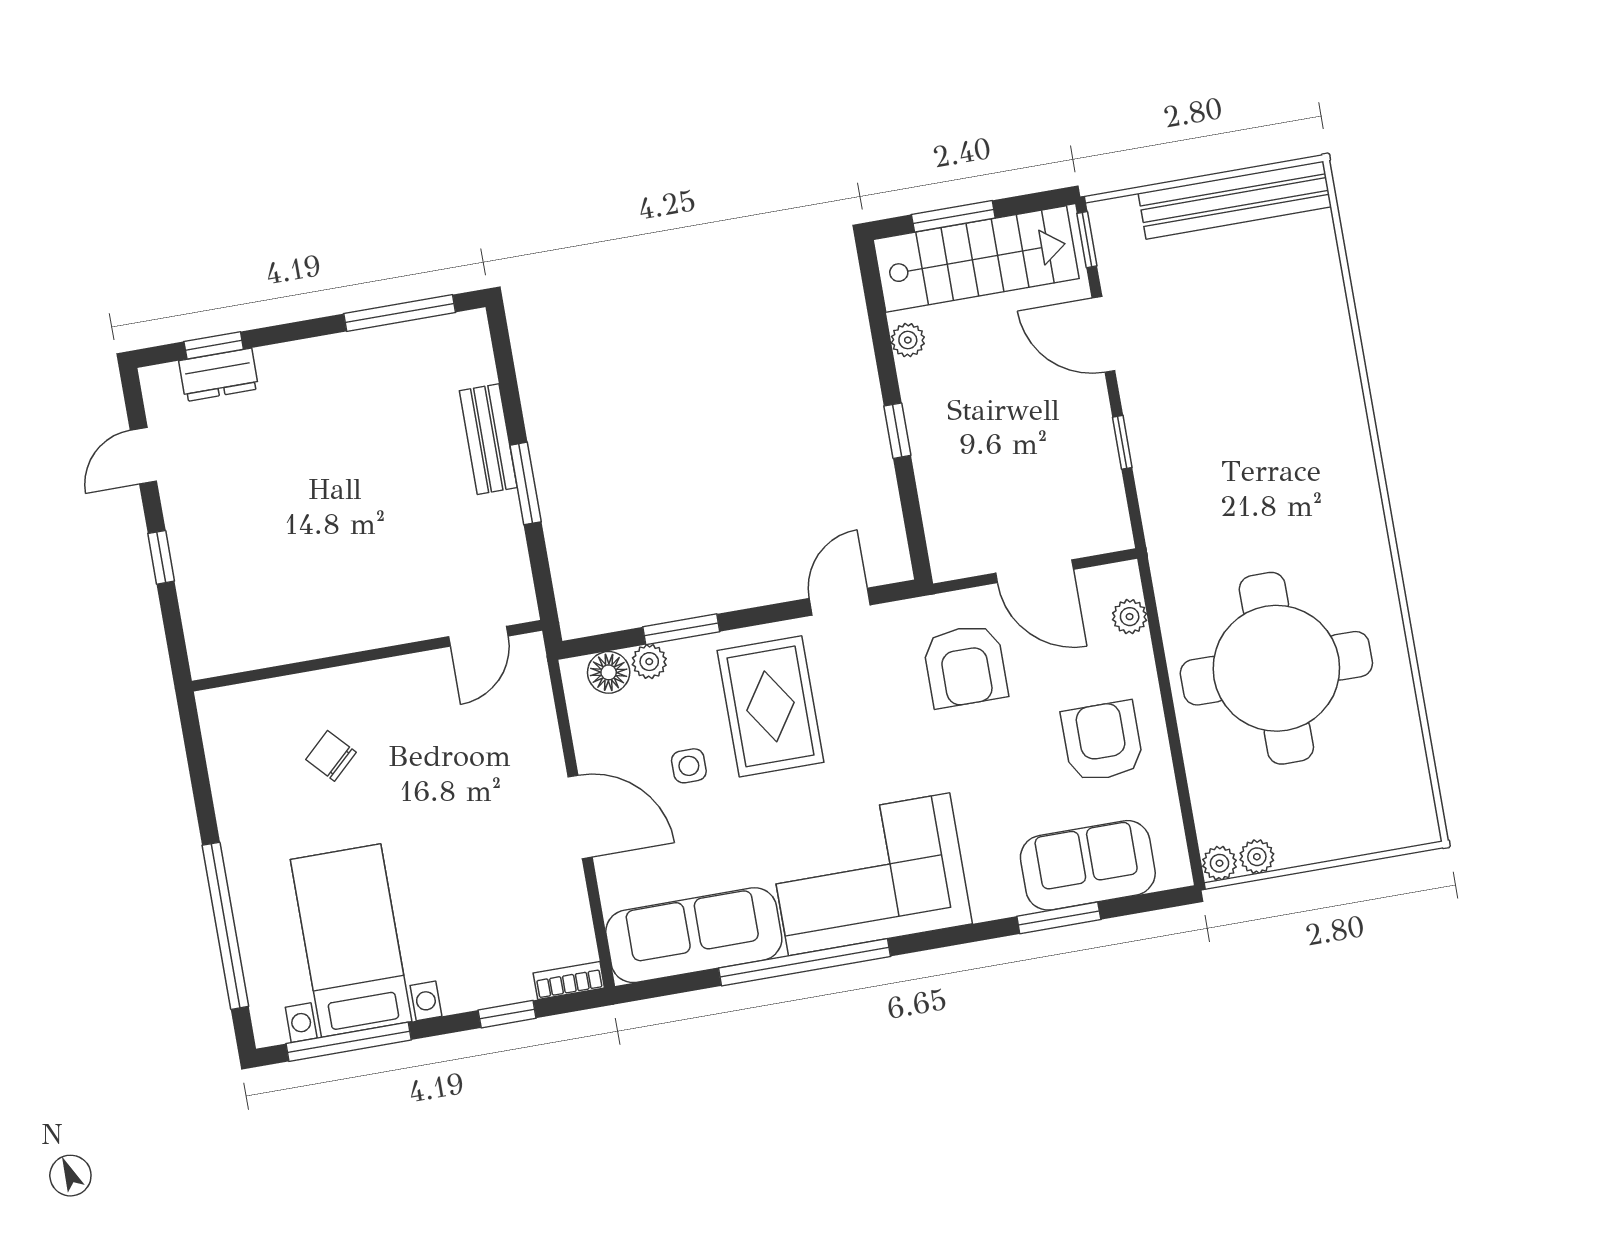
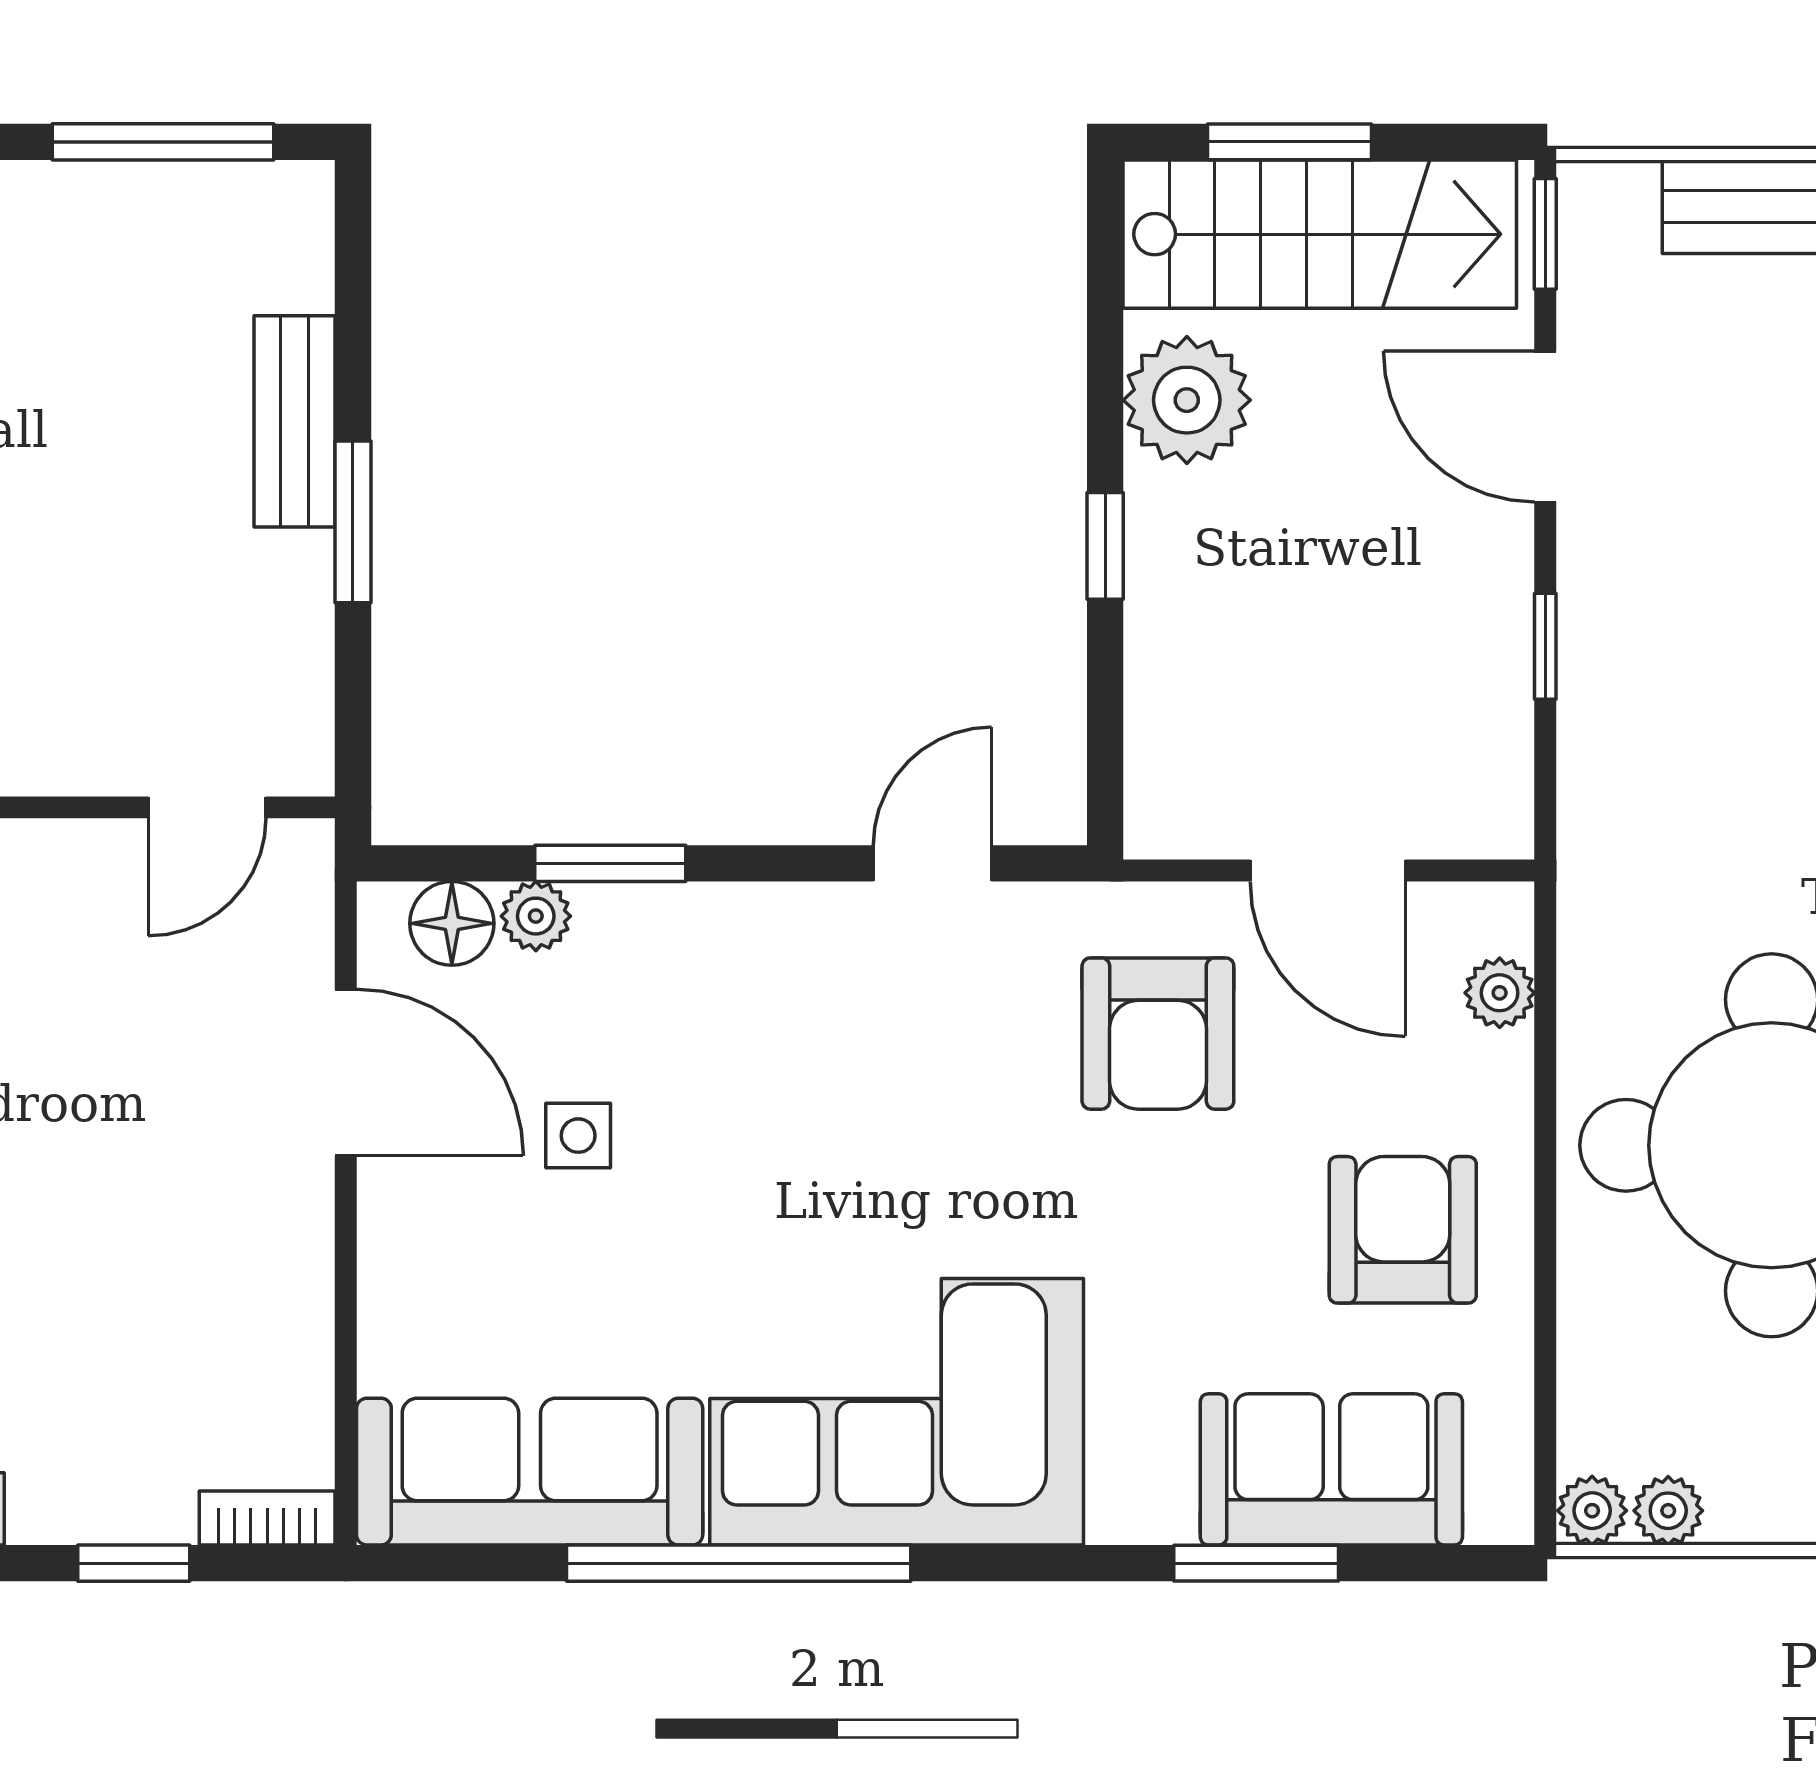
plant: (908, 340) -> (1187, 400), width x1.88, depth x1.88
rug: (770, 706) -> (760, 1046), removed
door: (580, 817) -> (346, 1073), moved

